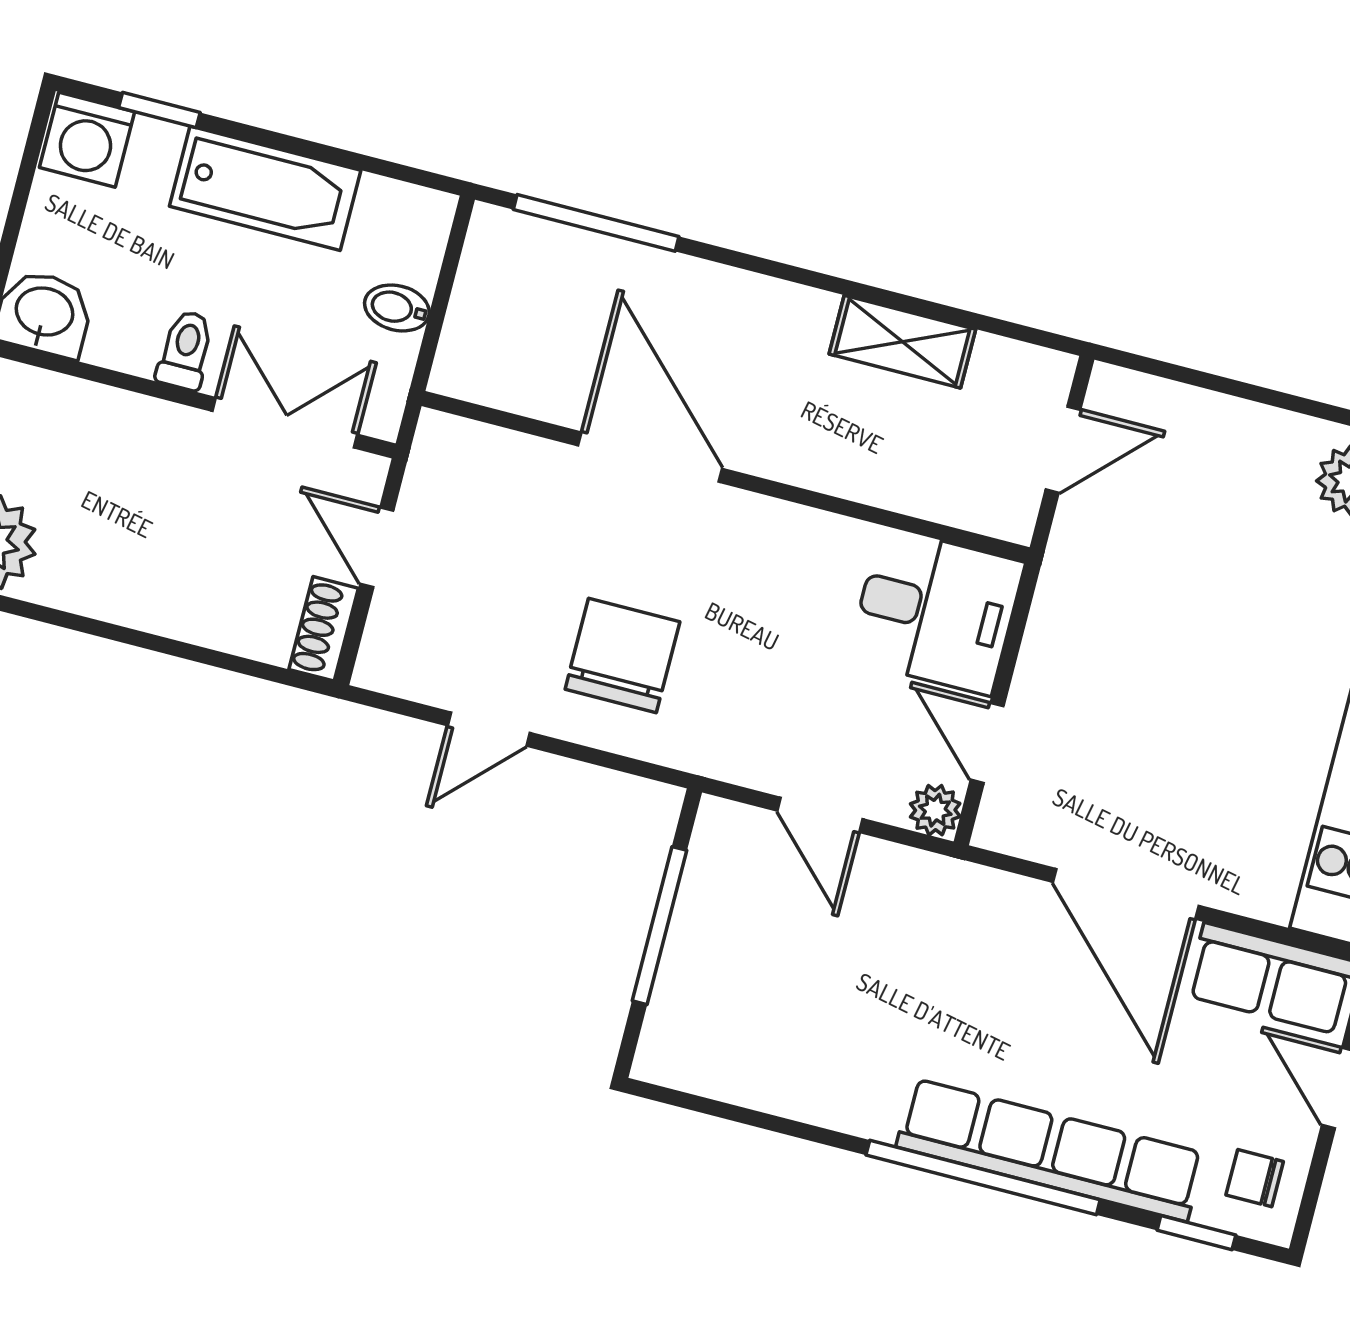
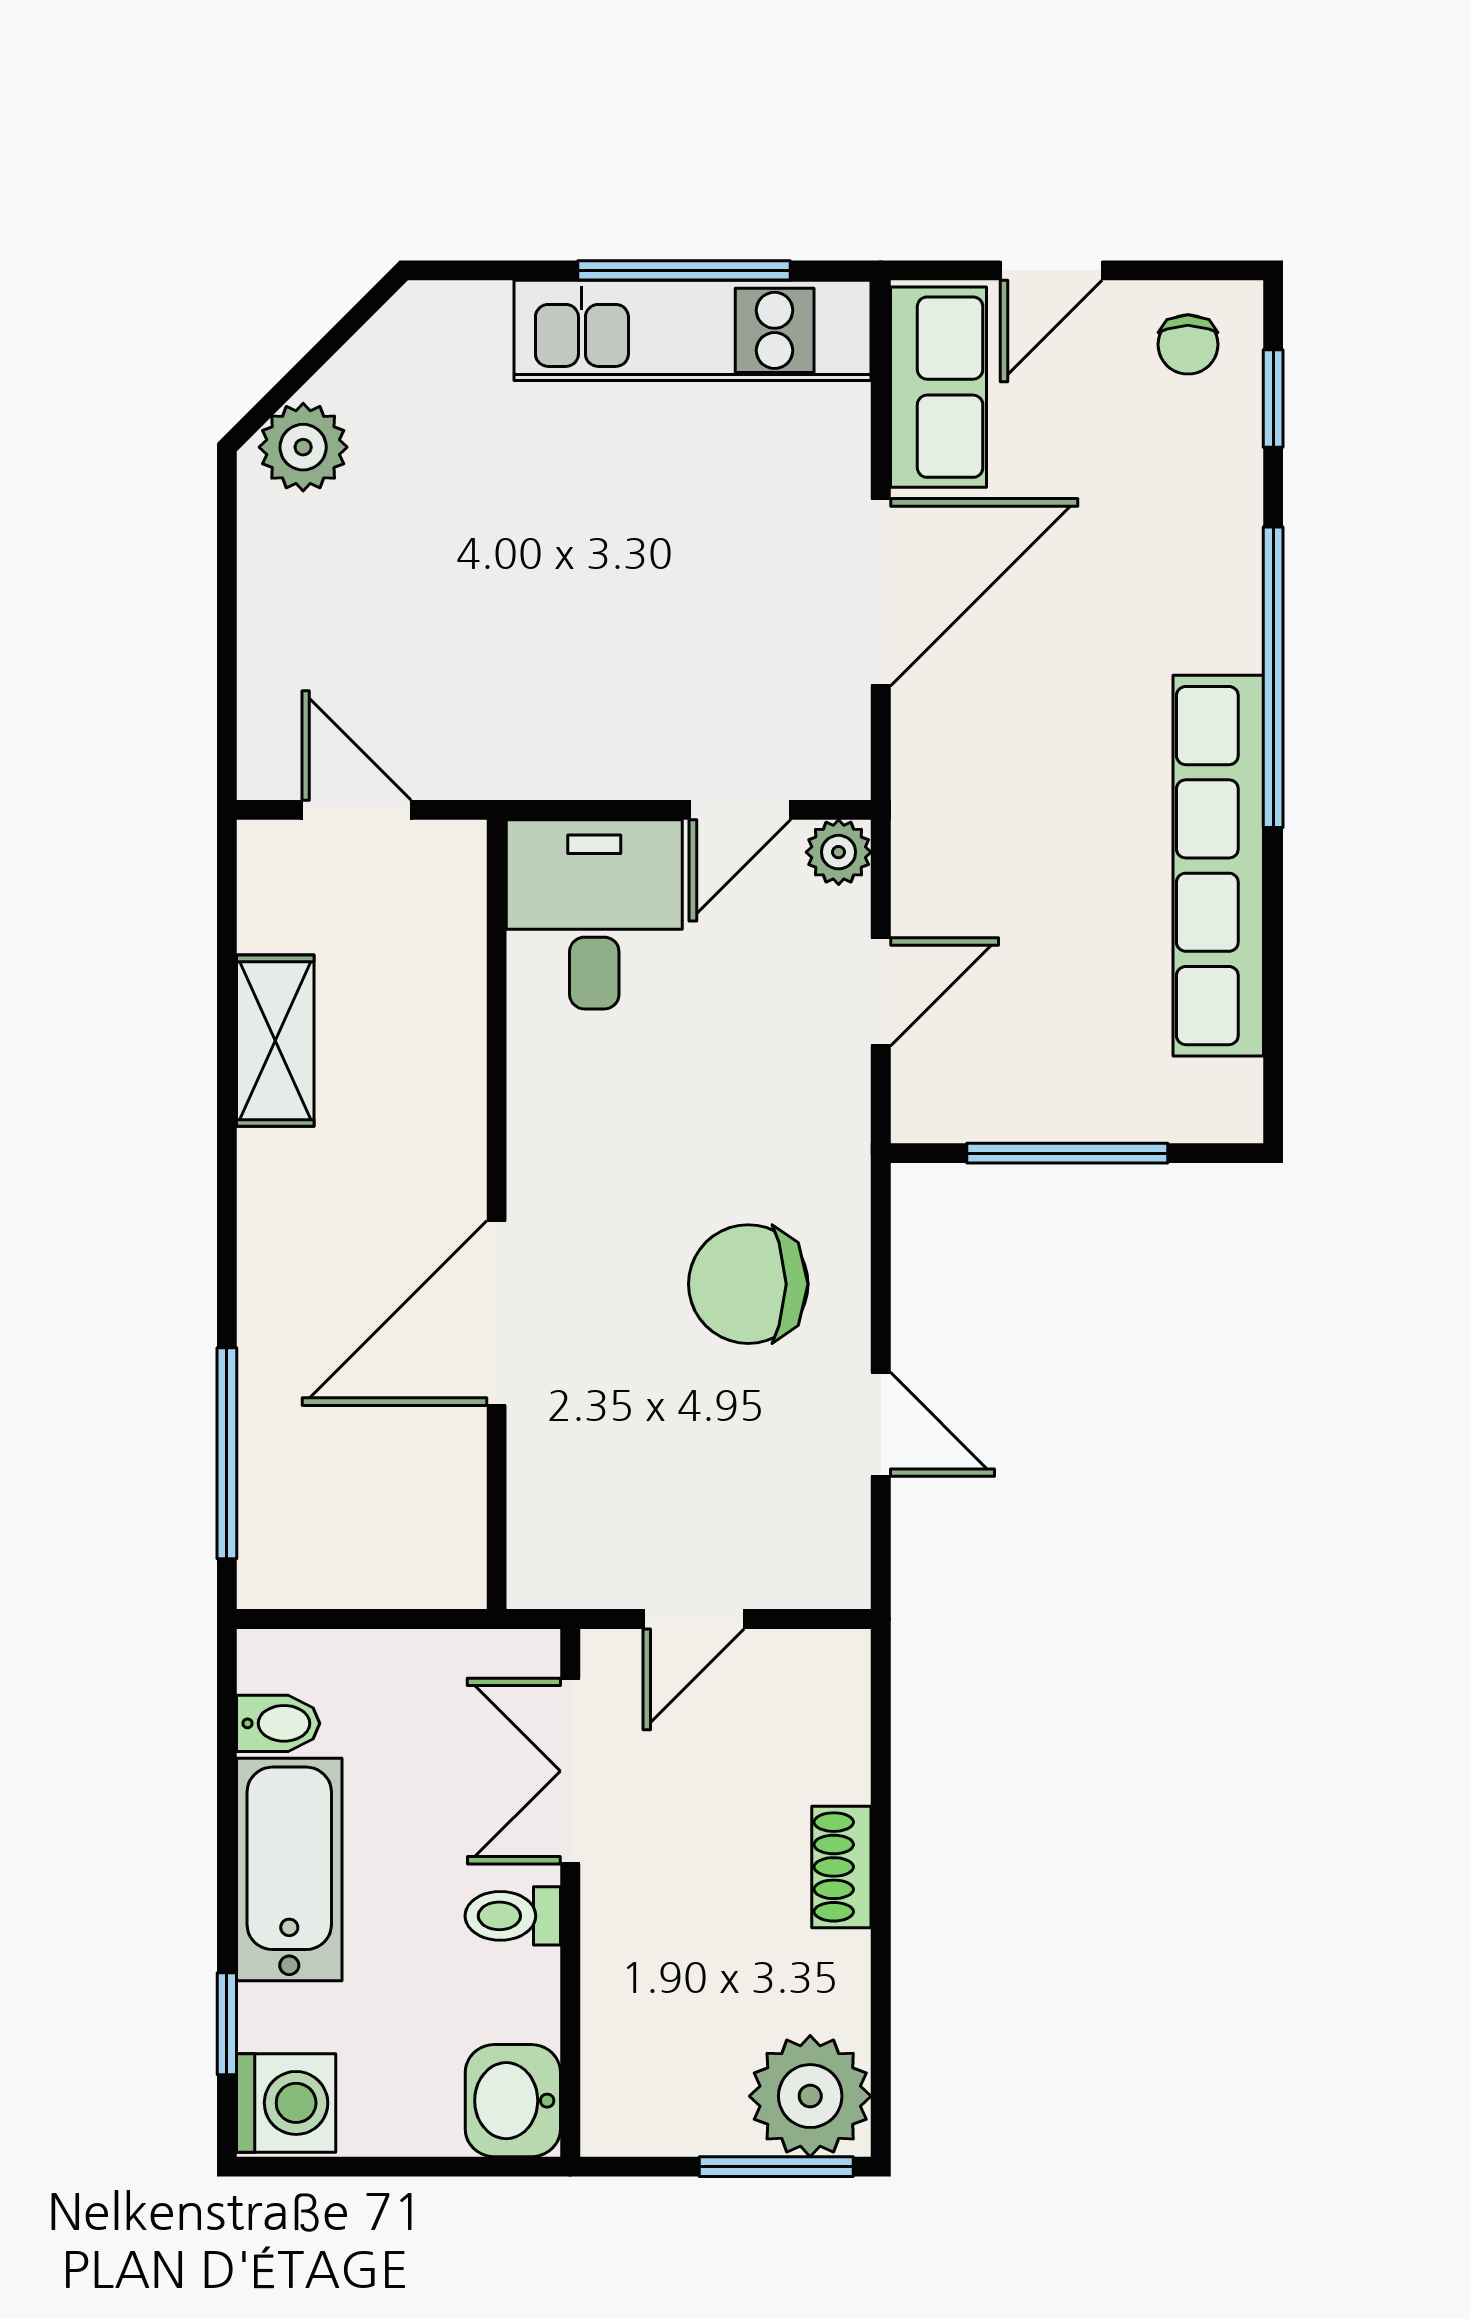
bidet: (397, 308) -> (278, 1723), moved, turned -90
shoe rack: (324, 629) -> (841, 1867), moved, turned 90
row of seats: (1050, 1150) -> (1218, 866), moved

